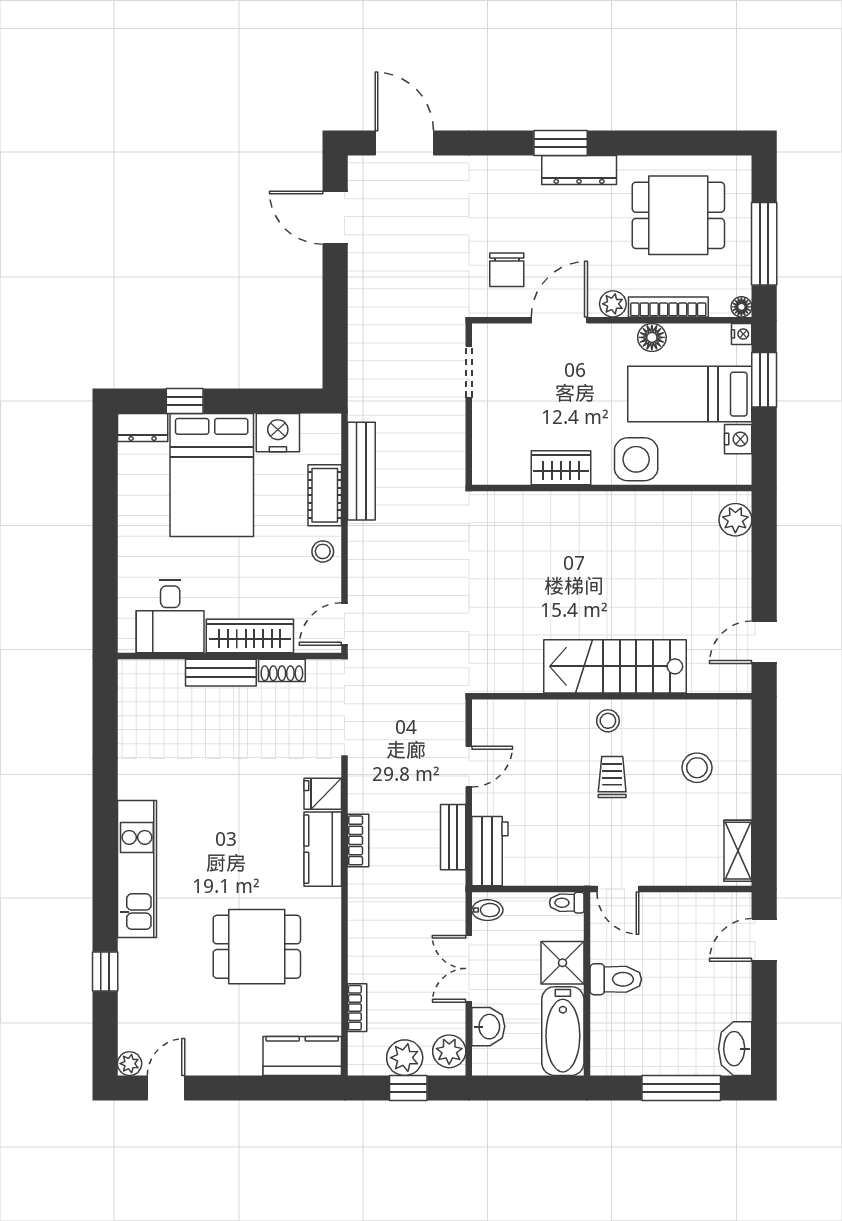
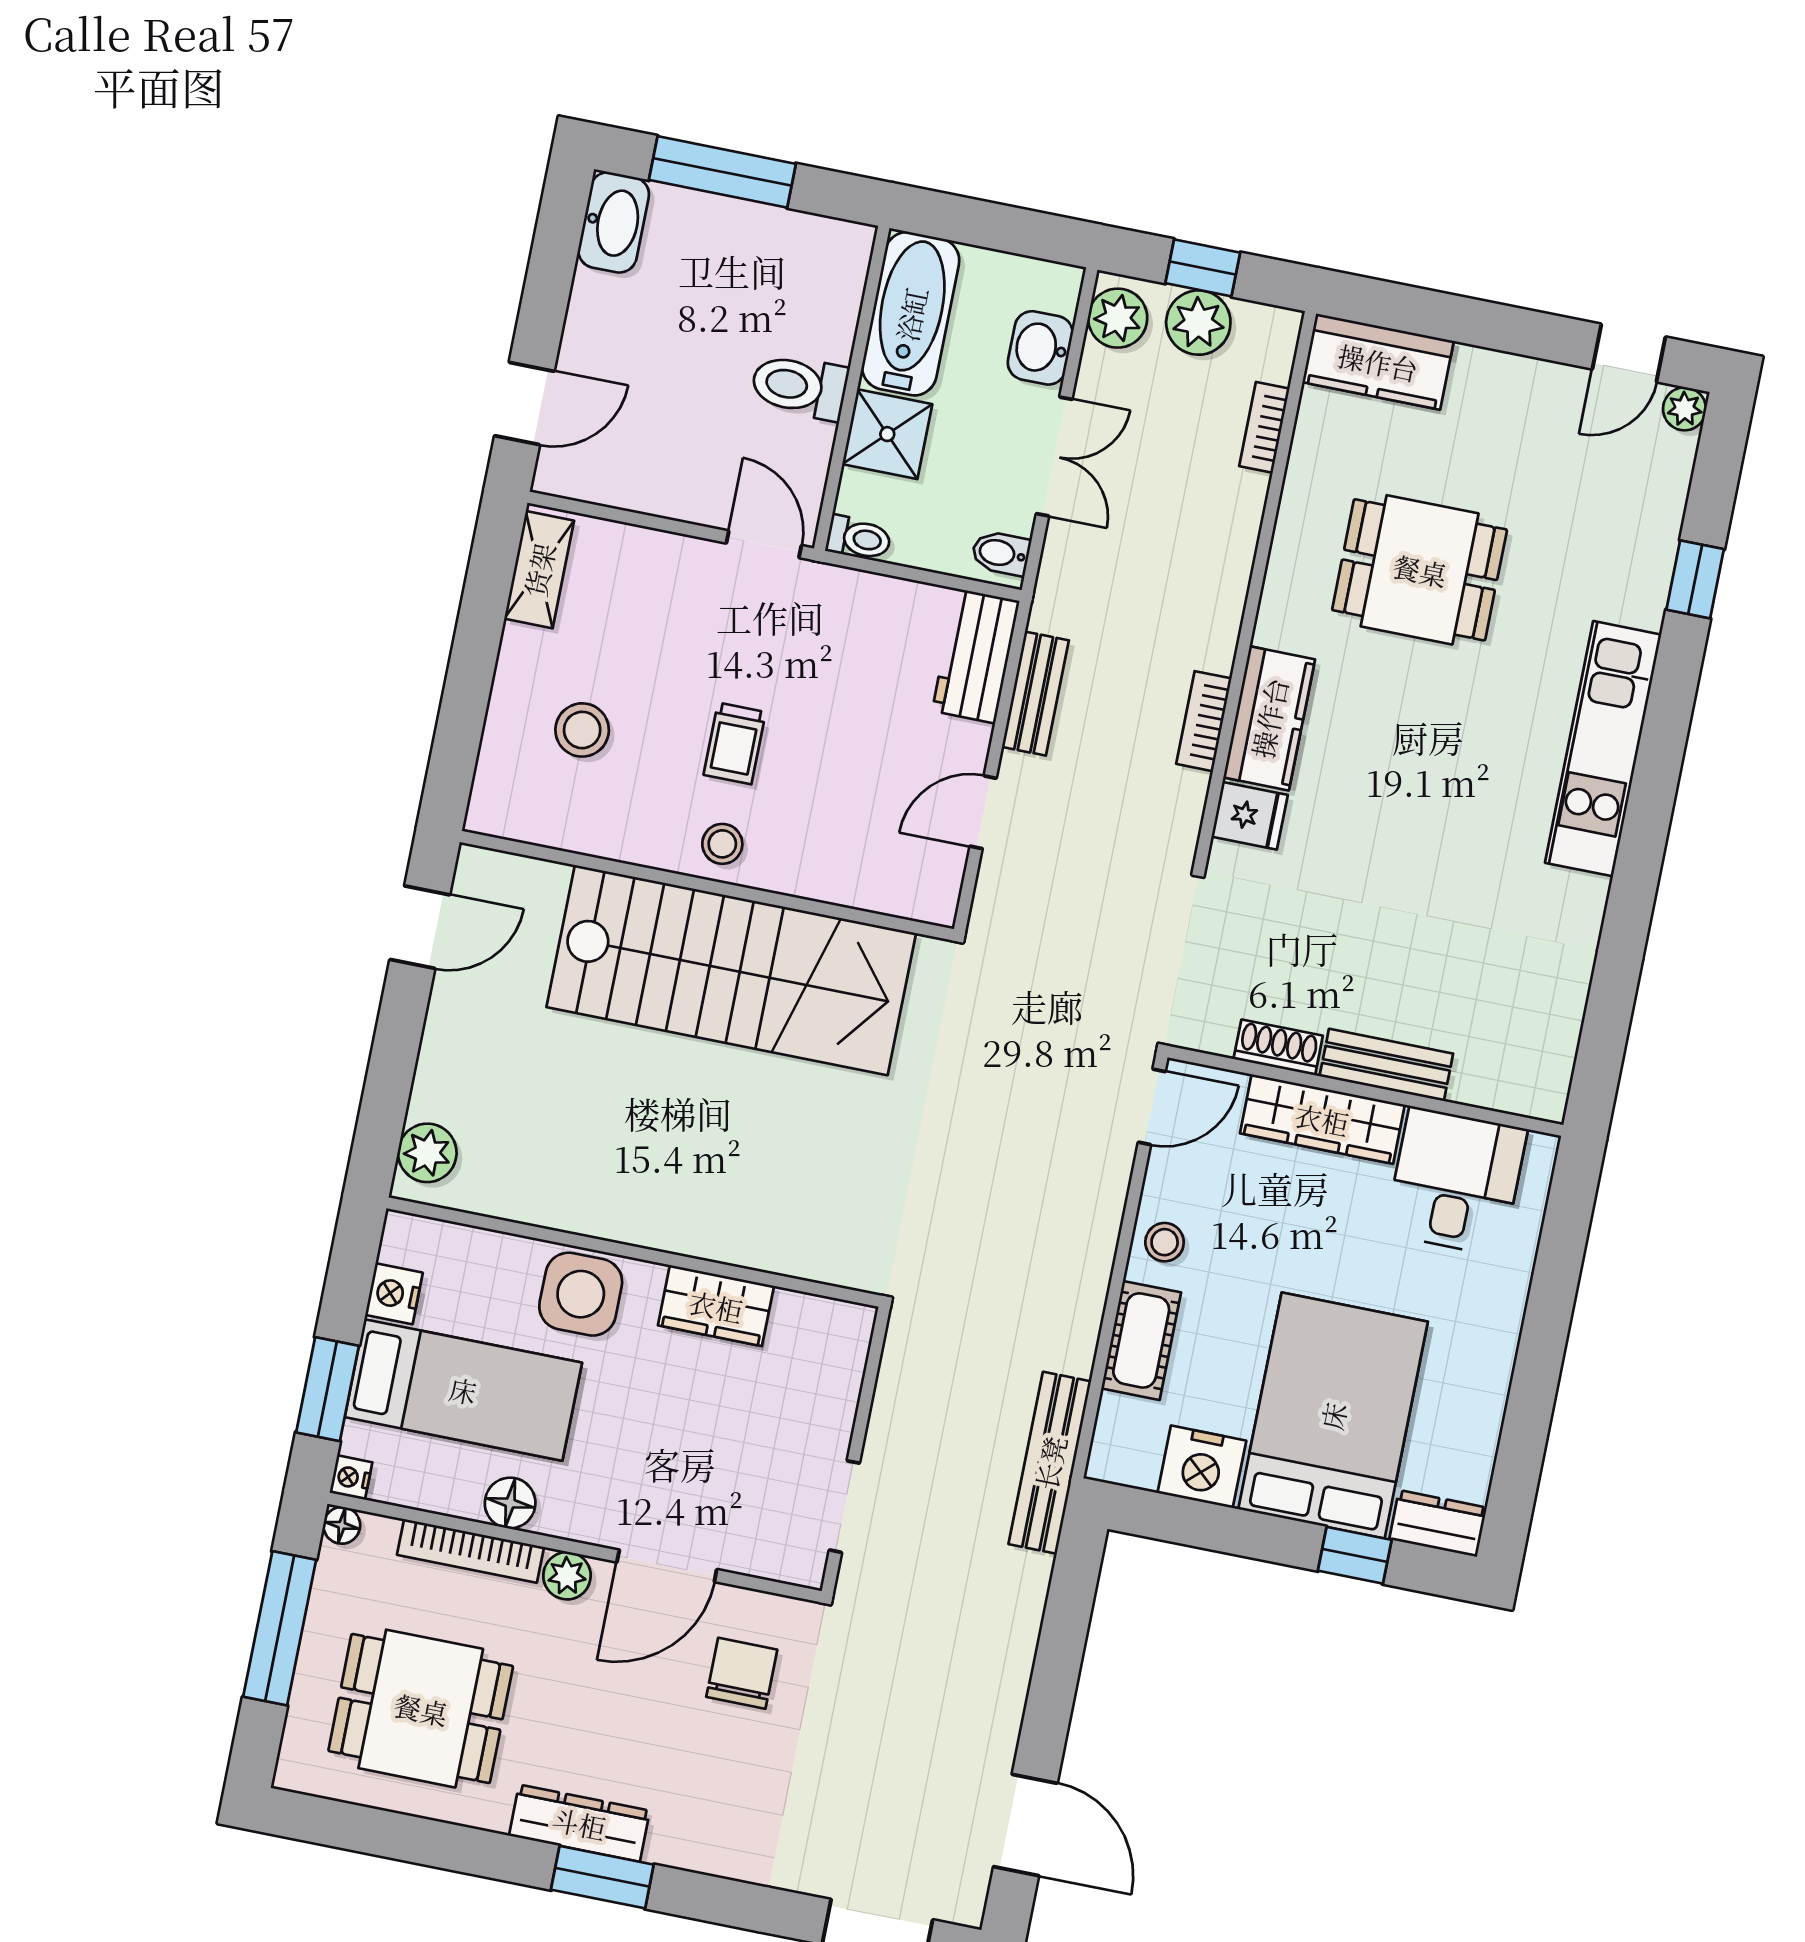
bench: (361, 471) -> (1050, 1463), moved
stairs: (615, 666) -> (731, 970), width x1.36, depth x1.51

